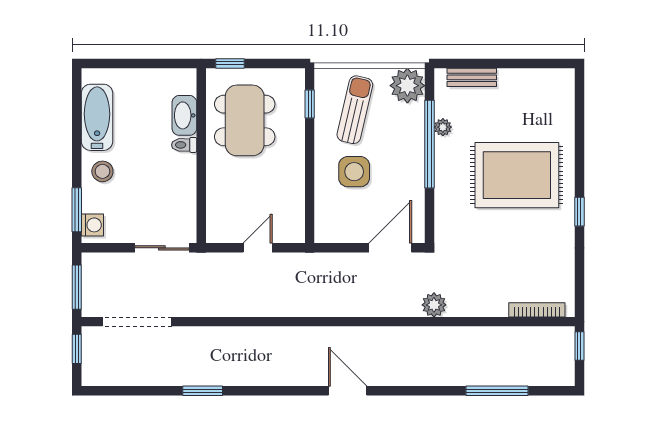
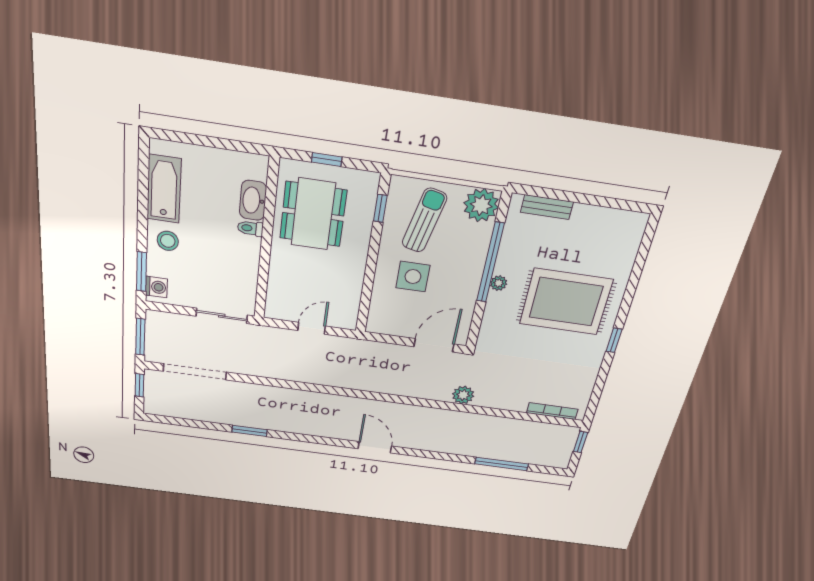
window: (230, 63) -> (327, 159), moved
plant: (443, 127) -> (499, 283), moved

